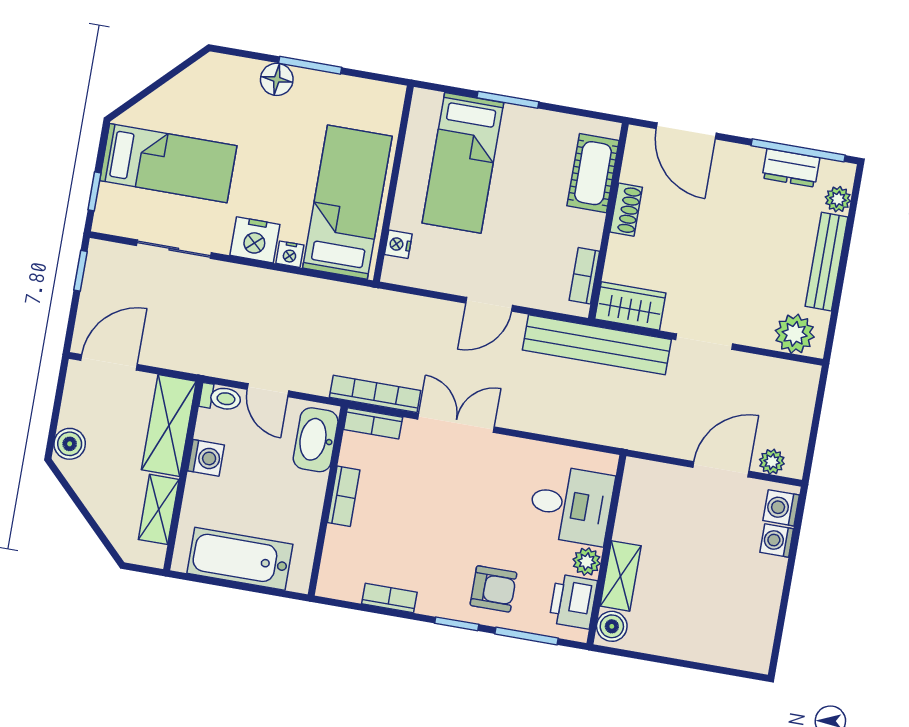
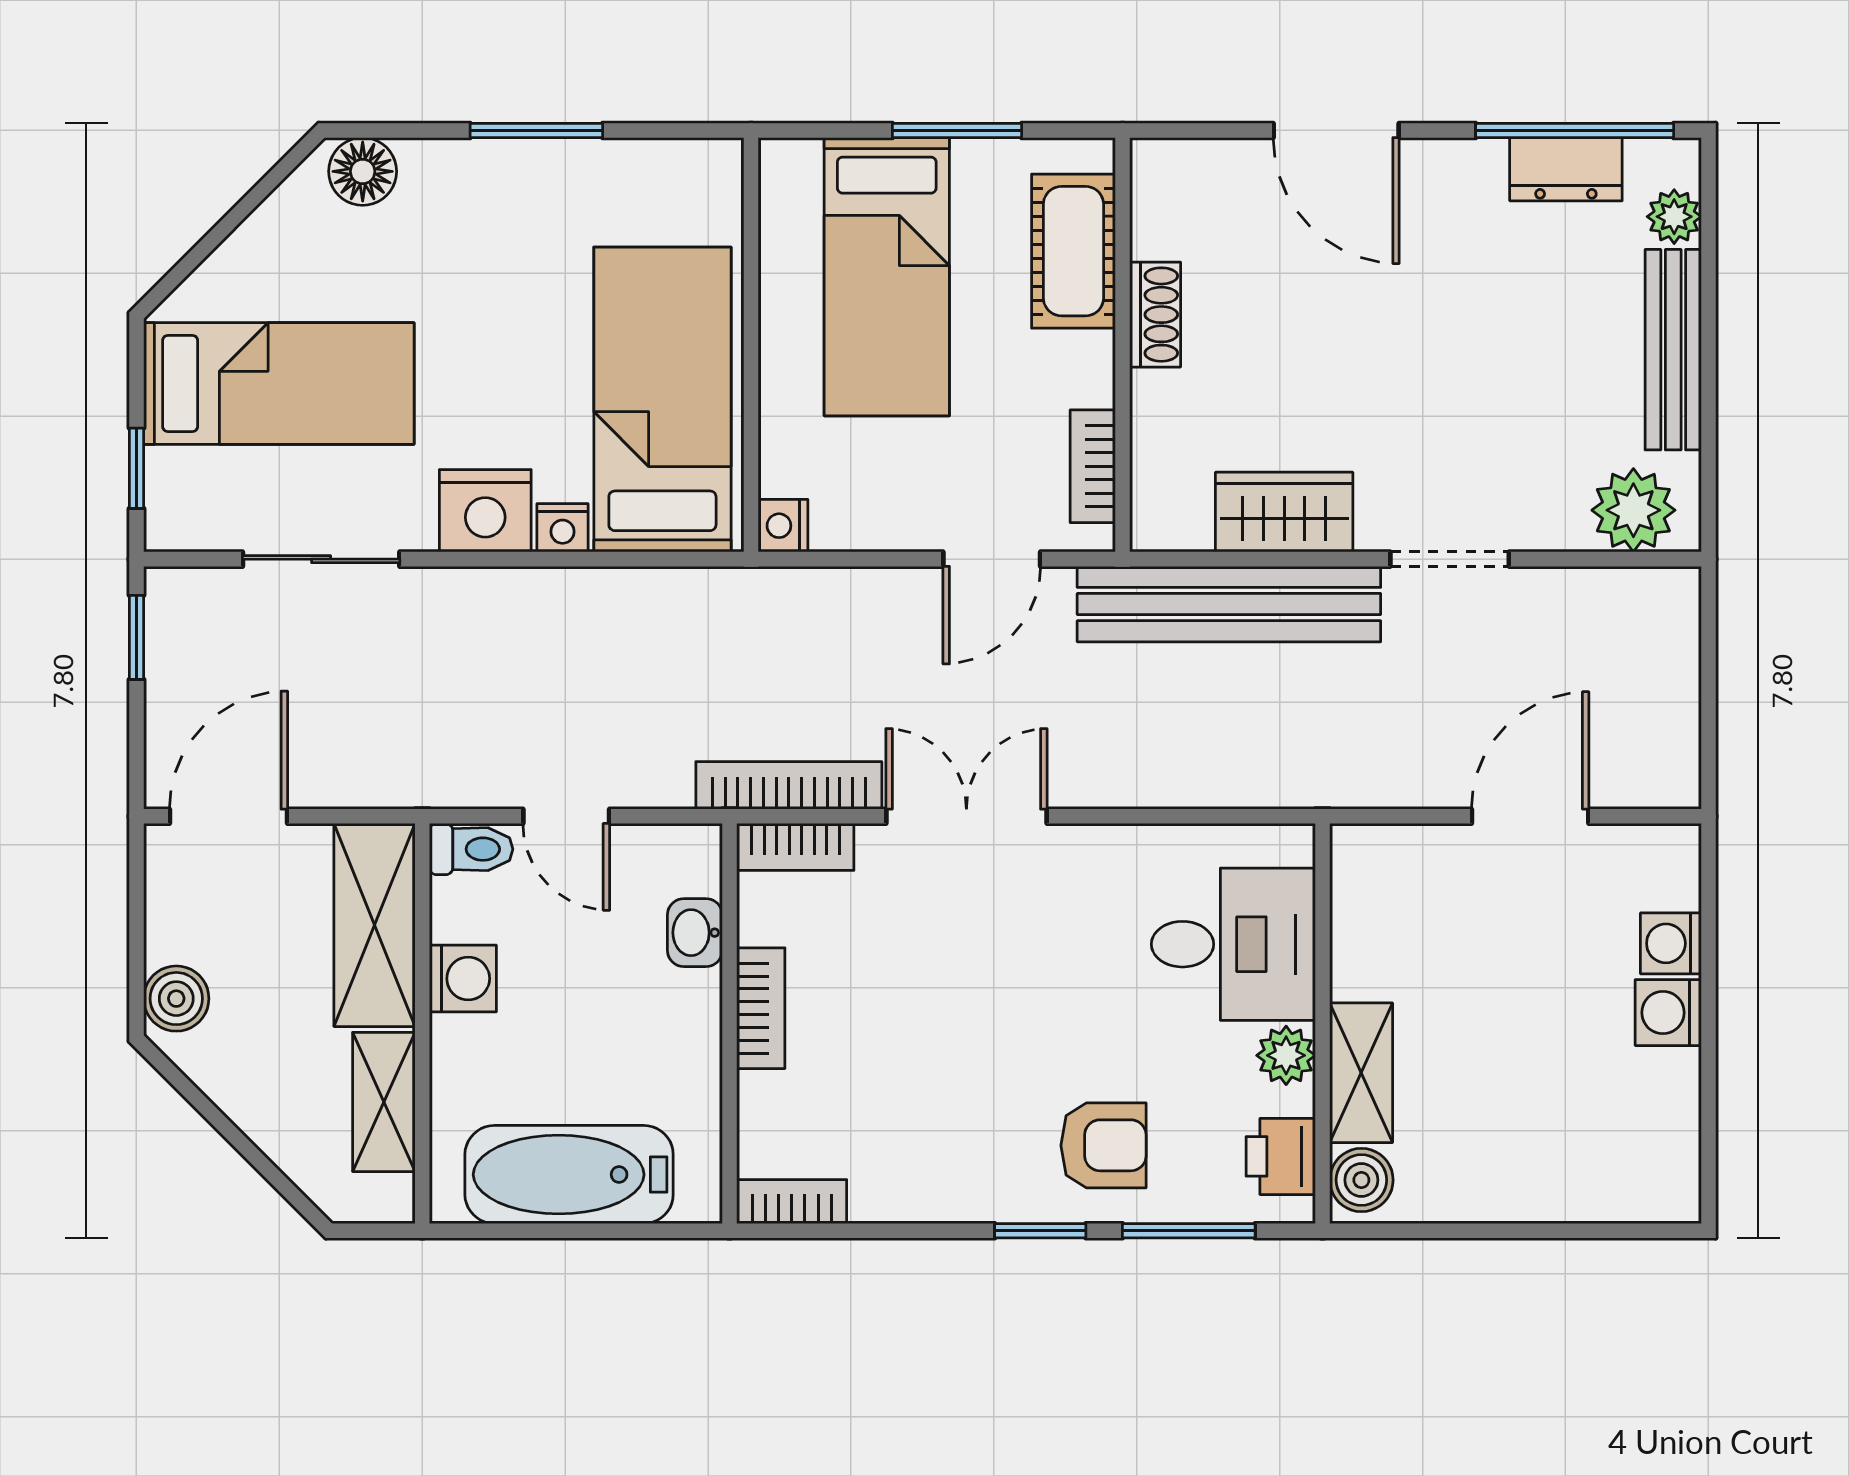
floor lamp: (277, 79) -> (363, 171), moved
cot: (593, 173) -> (1073, 251), moved
shoe rack: (626, 210) -> (1155, 315), moved
wall: (608, 221) -> (1122, 345), moved
nightstand: (398, 244) -> (783, 526), moved
bookcase: (584, 276) -> (1093, 466), moved
washbasin: (316, 440) -> (695, 933), width x0.52, depth x0.69
plant: (772, 462) -> (1632, 782), removed
washing machine: (781, 508) -> (1668, 1013), moved
bookcase: (389, 598) -> (792, 1202), moved
printer: (573, 601) -> (1281, 1156), width x0.73, depth x0.81

